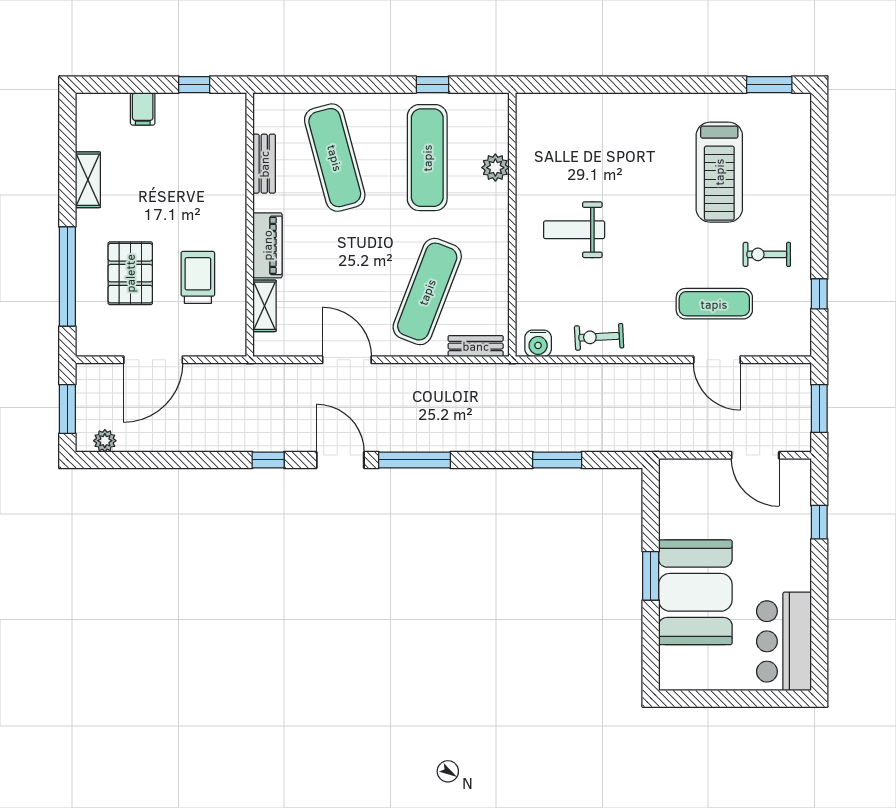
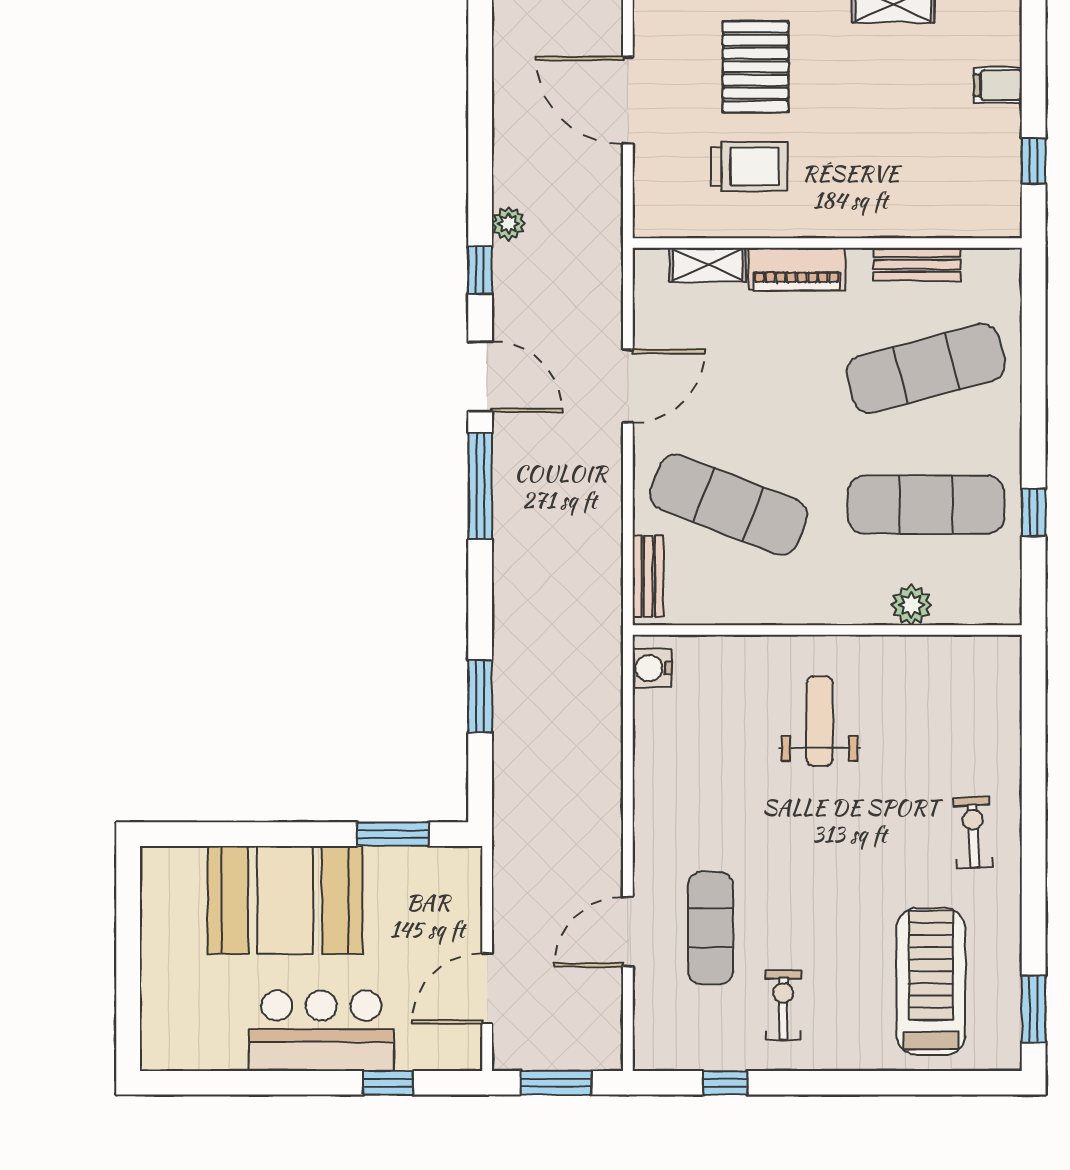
treadmill: (719, 172) -> (931, 982), moved, turned 90
pallet: (130, 273) -> (756, 67), turned 90
exercise bike: (599, 337) -> (973, 832), moved
plant: (105, 441) -> (508, 224), moved
door: (340, 460) -> (480, 376), hinge flipped
window: (651, 576) -> (393, 834), moved
bar counter: (784, 641) -> (321, 1031), moved

